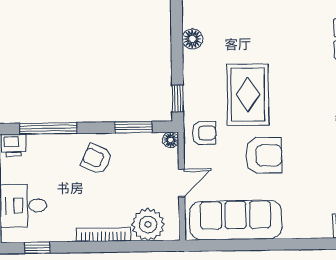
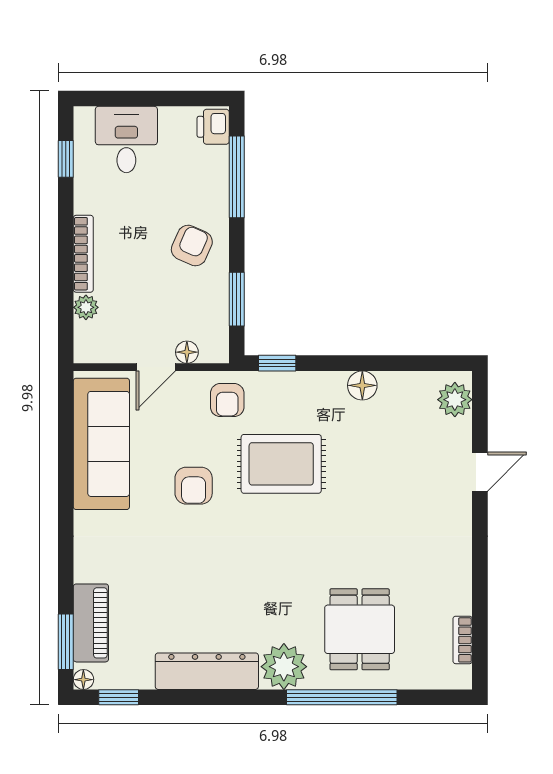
floor lamp: (171, 140) -> (187, 352), moved
armchair: (264, 155) -> (194, 486), width x0.72, depth x0.72
door: (182, 183) -> (156, 367), hinge flipped
plant: (148, 224) -> (86, 307), width x0.53, depth x0.53

